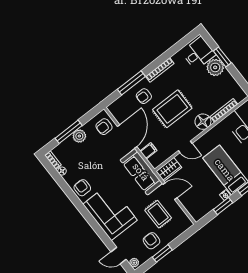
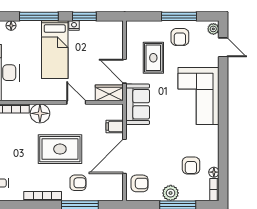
sofa: (141, 172) -> (138, 104), width x0.73
armchair: (82, 188) -> (191, 165), moved
window: (162, 253) -> (179, 16), width x1.44

